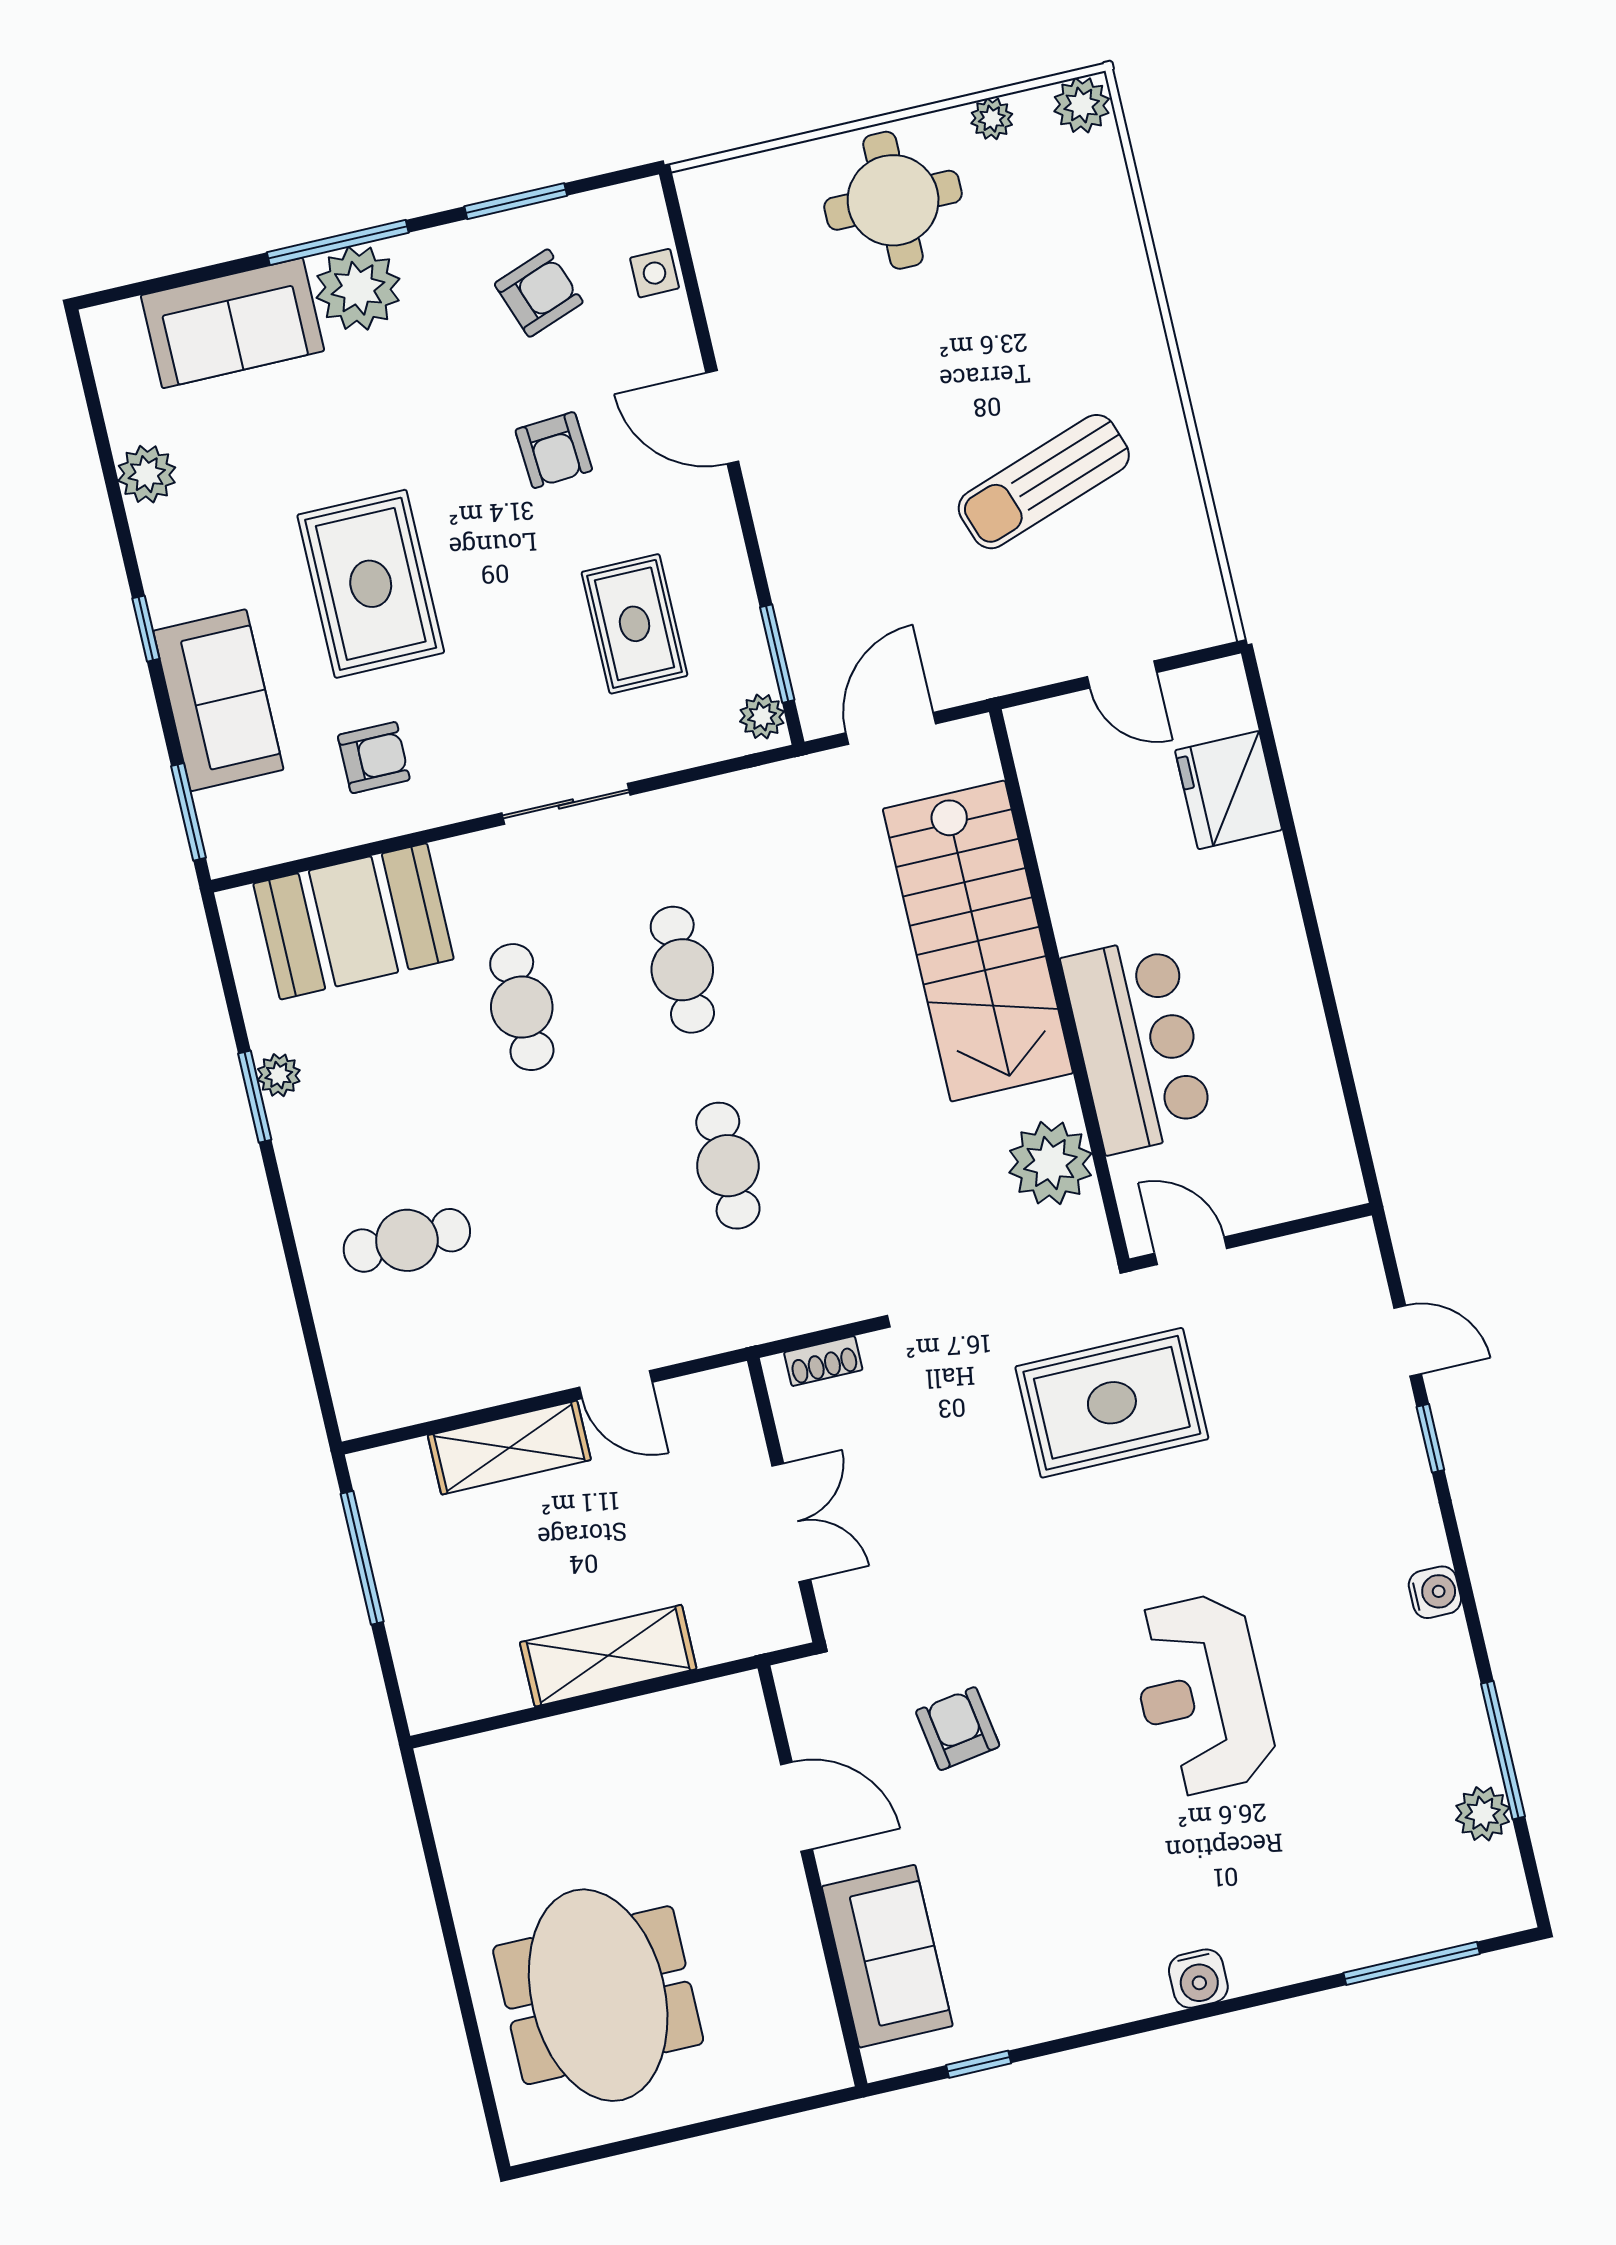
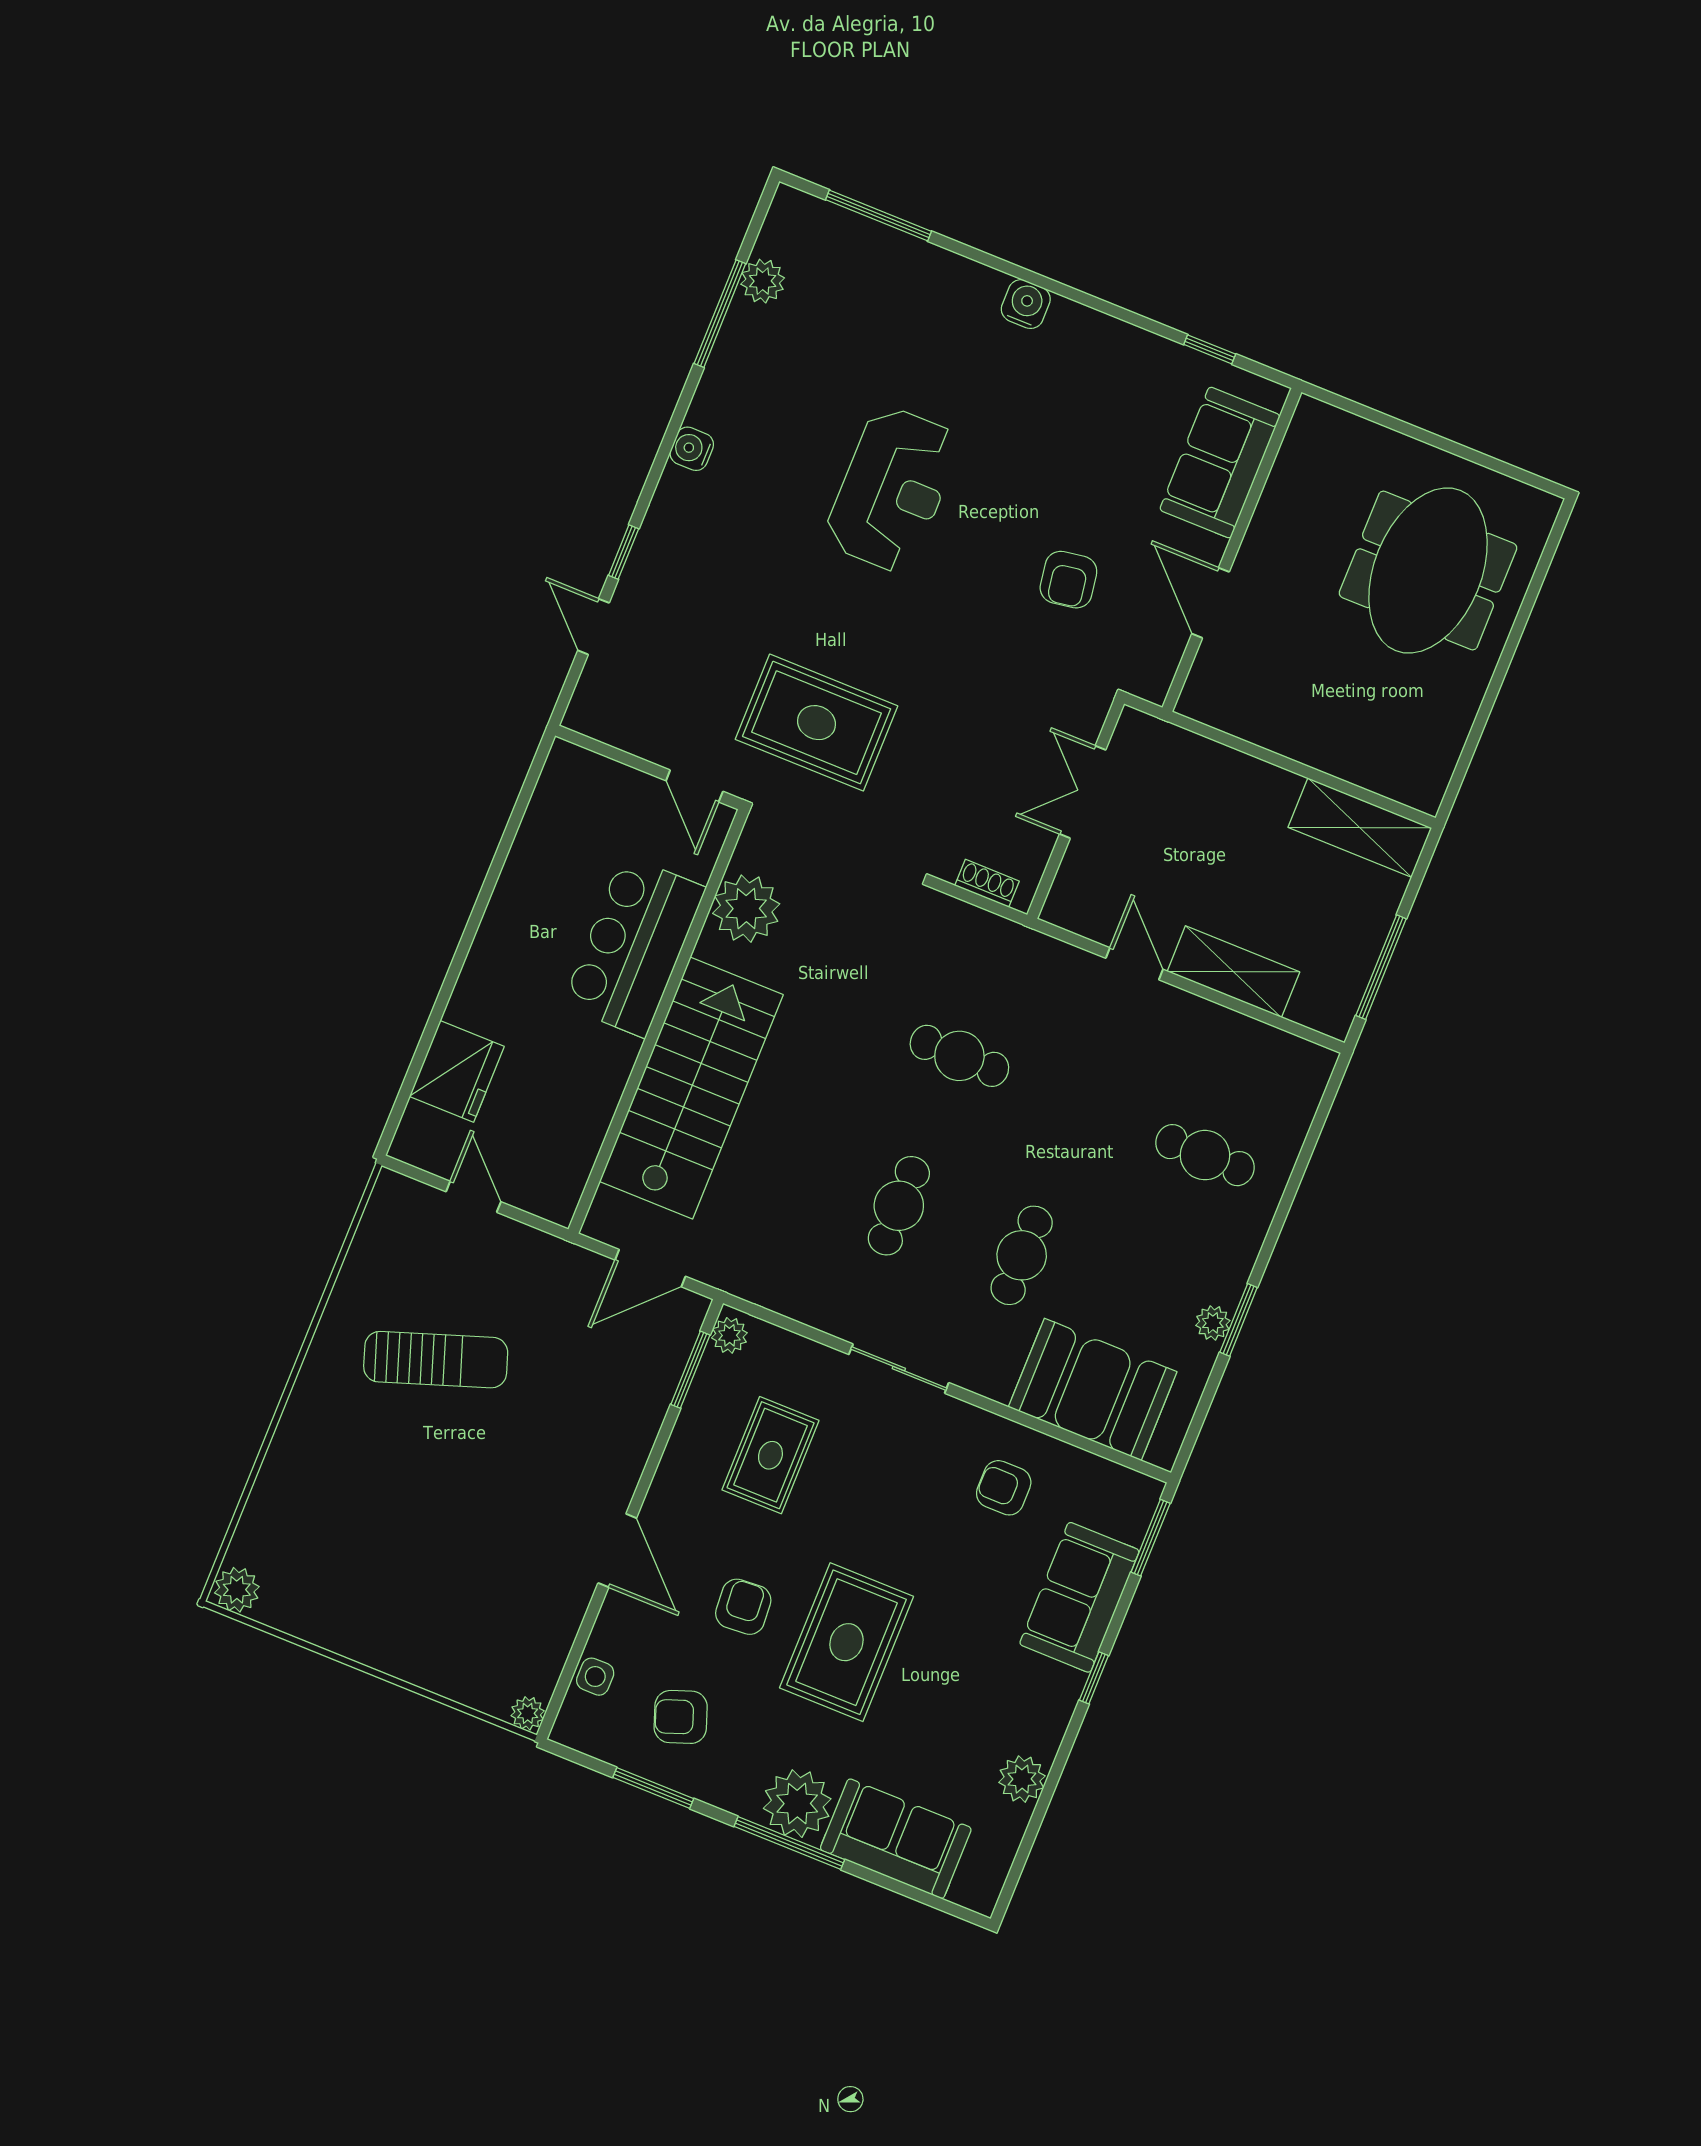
plant: (992, 119) -> (528, 1713), moved
round table: (893, 200) -> (405, 1614), removed
rug: (371, 584) -> (847, 1642), moved
cafe table: (728, 1166) -> (959, 1056), turned 90
shelving: (608, 1656) -> (1360, 828), moved

